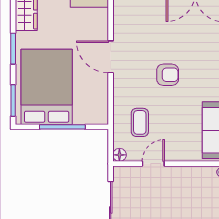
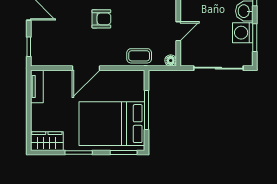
armchair: (168, 75) -> (101, 19), turned 90
coffee table: (140, 122) -> (139, 56), moved
door: (153, 164) -> (178, 31), swing flipped

